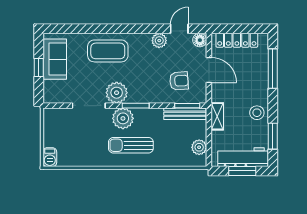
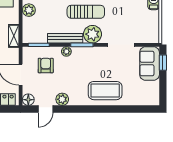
sofa: (55, 59) -> (150, 63), moved
window: (39, 68) -> (163, 63), moved
armchair: (179, 81) -> (46, 66), turned 94
plant: (117, 93) -> (66, 51), moved, width x0.53, depth x0.53
bench: (185, 114) -> (65, 38), moved

